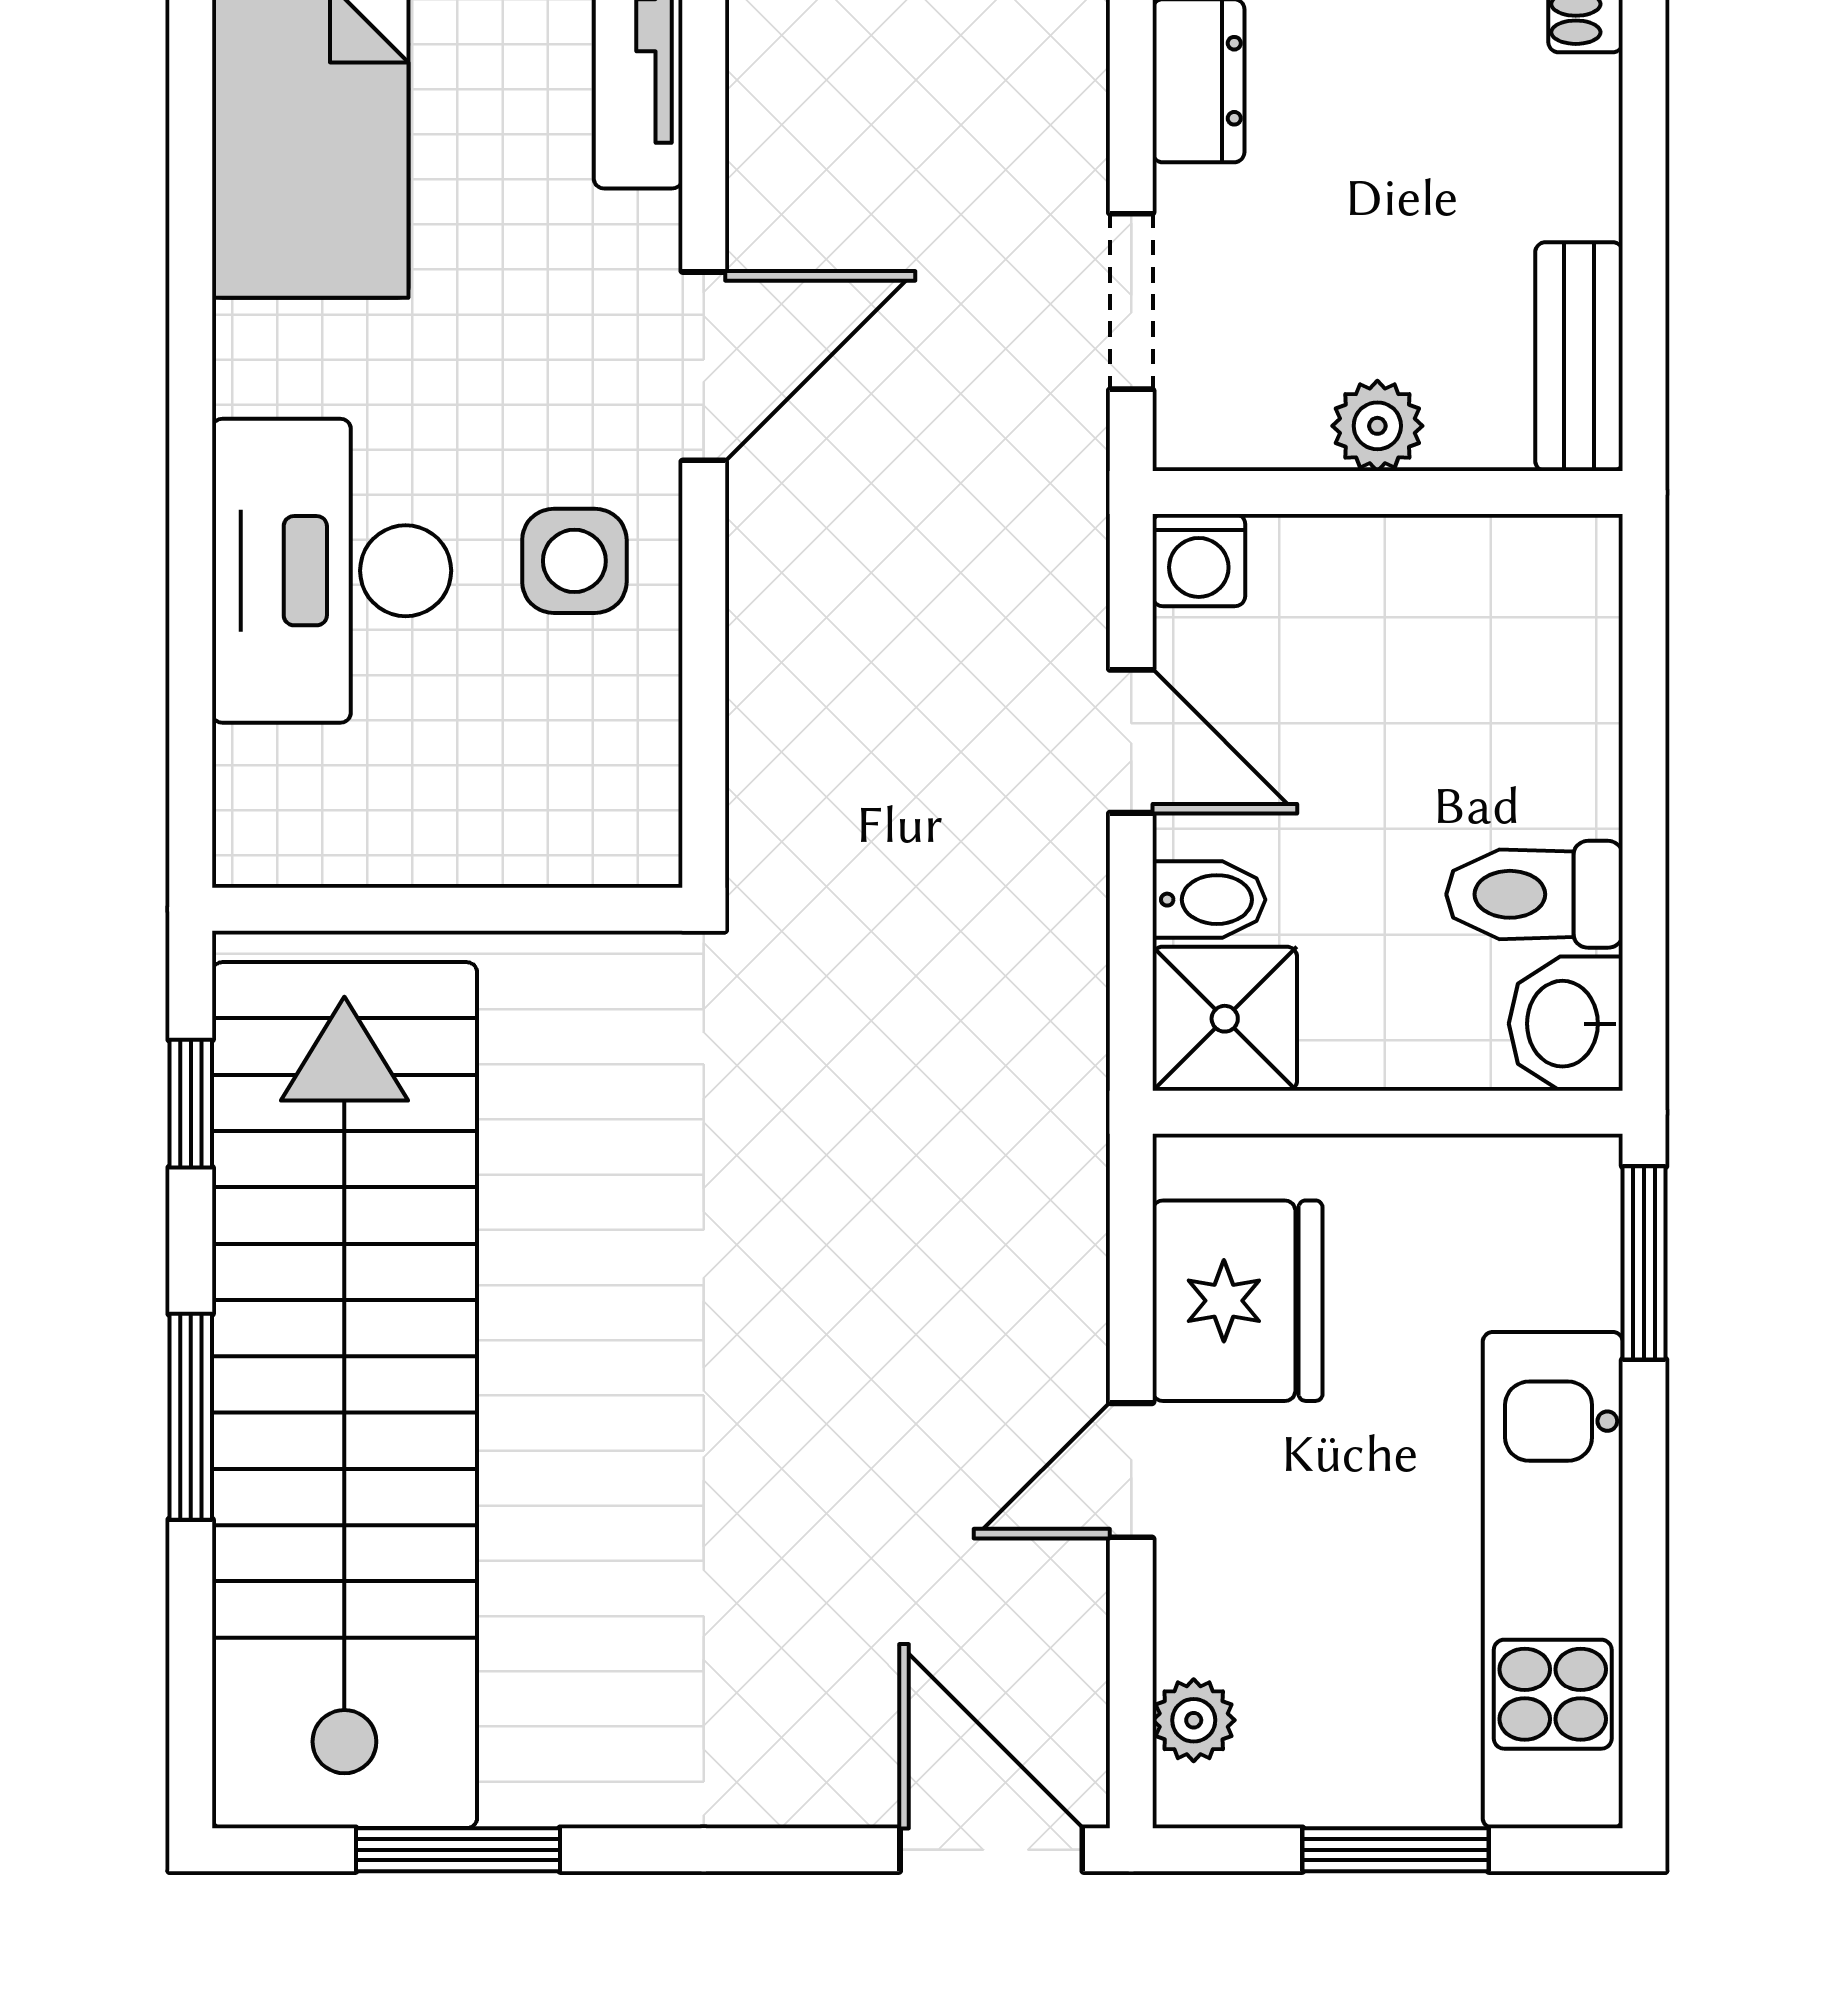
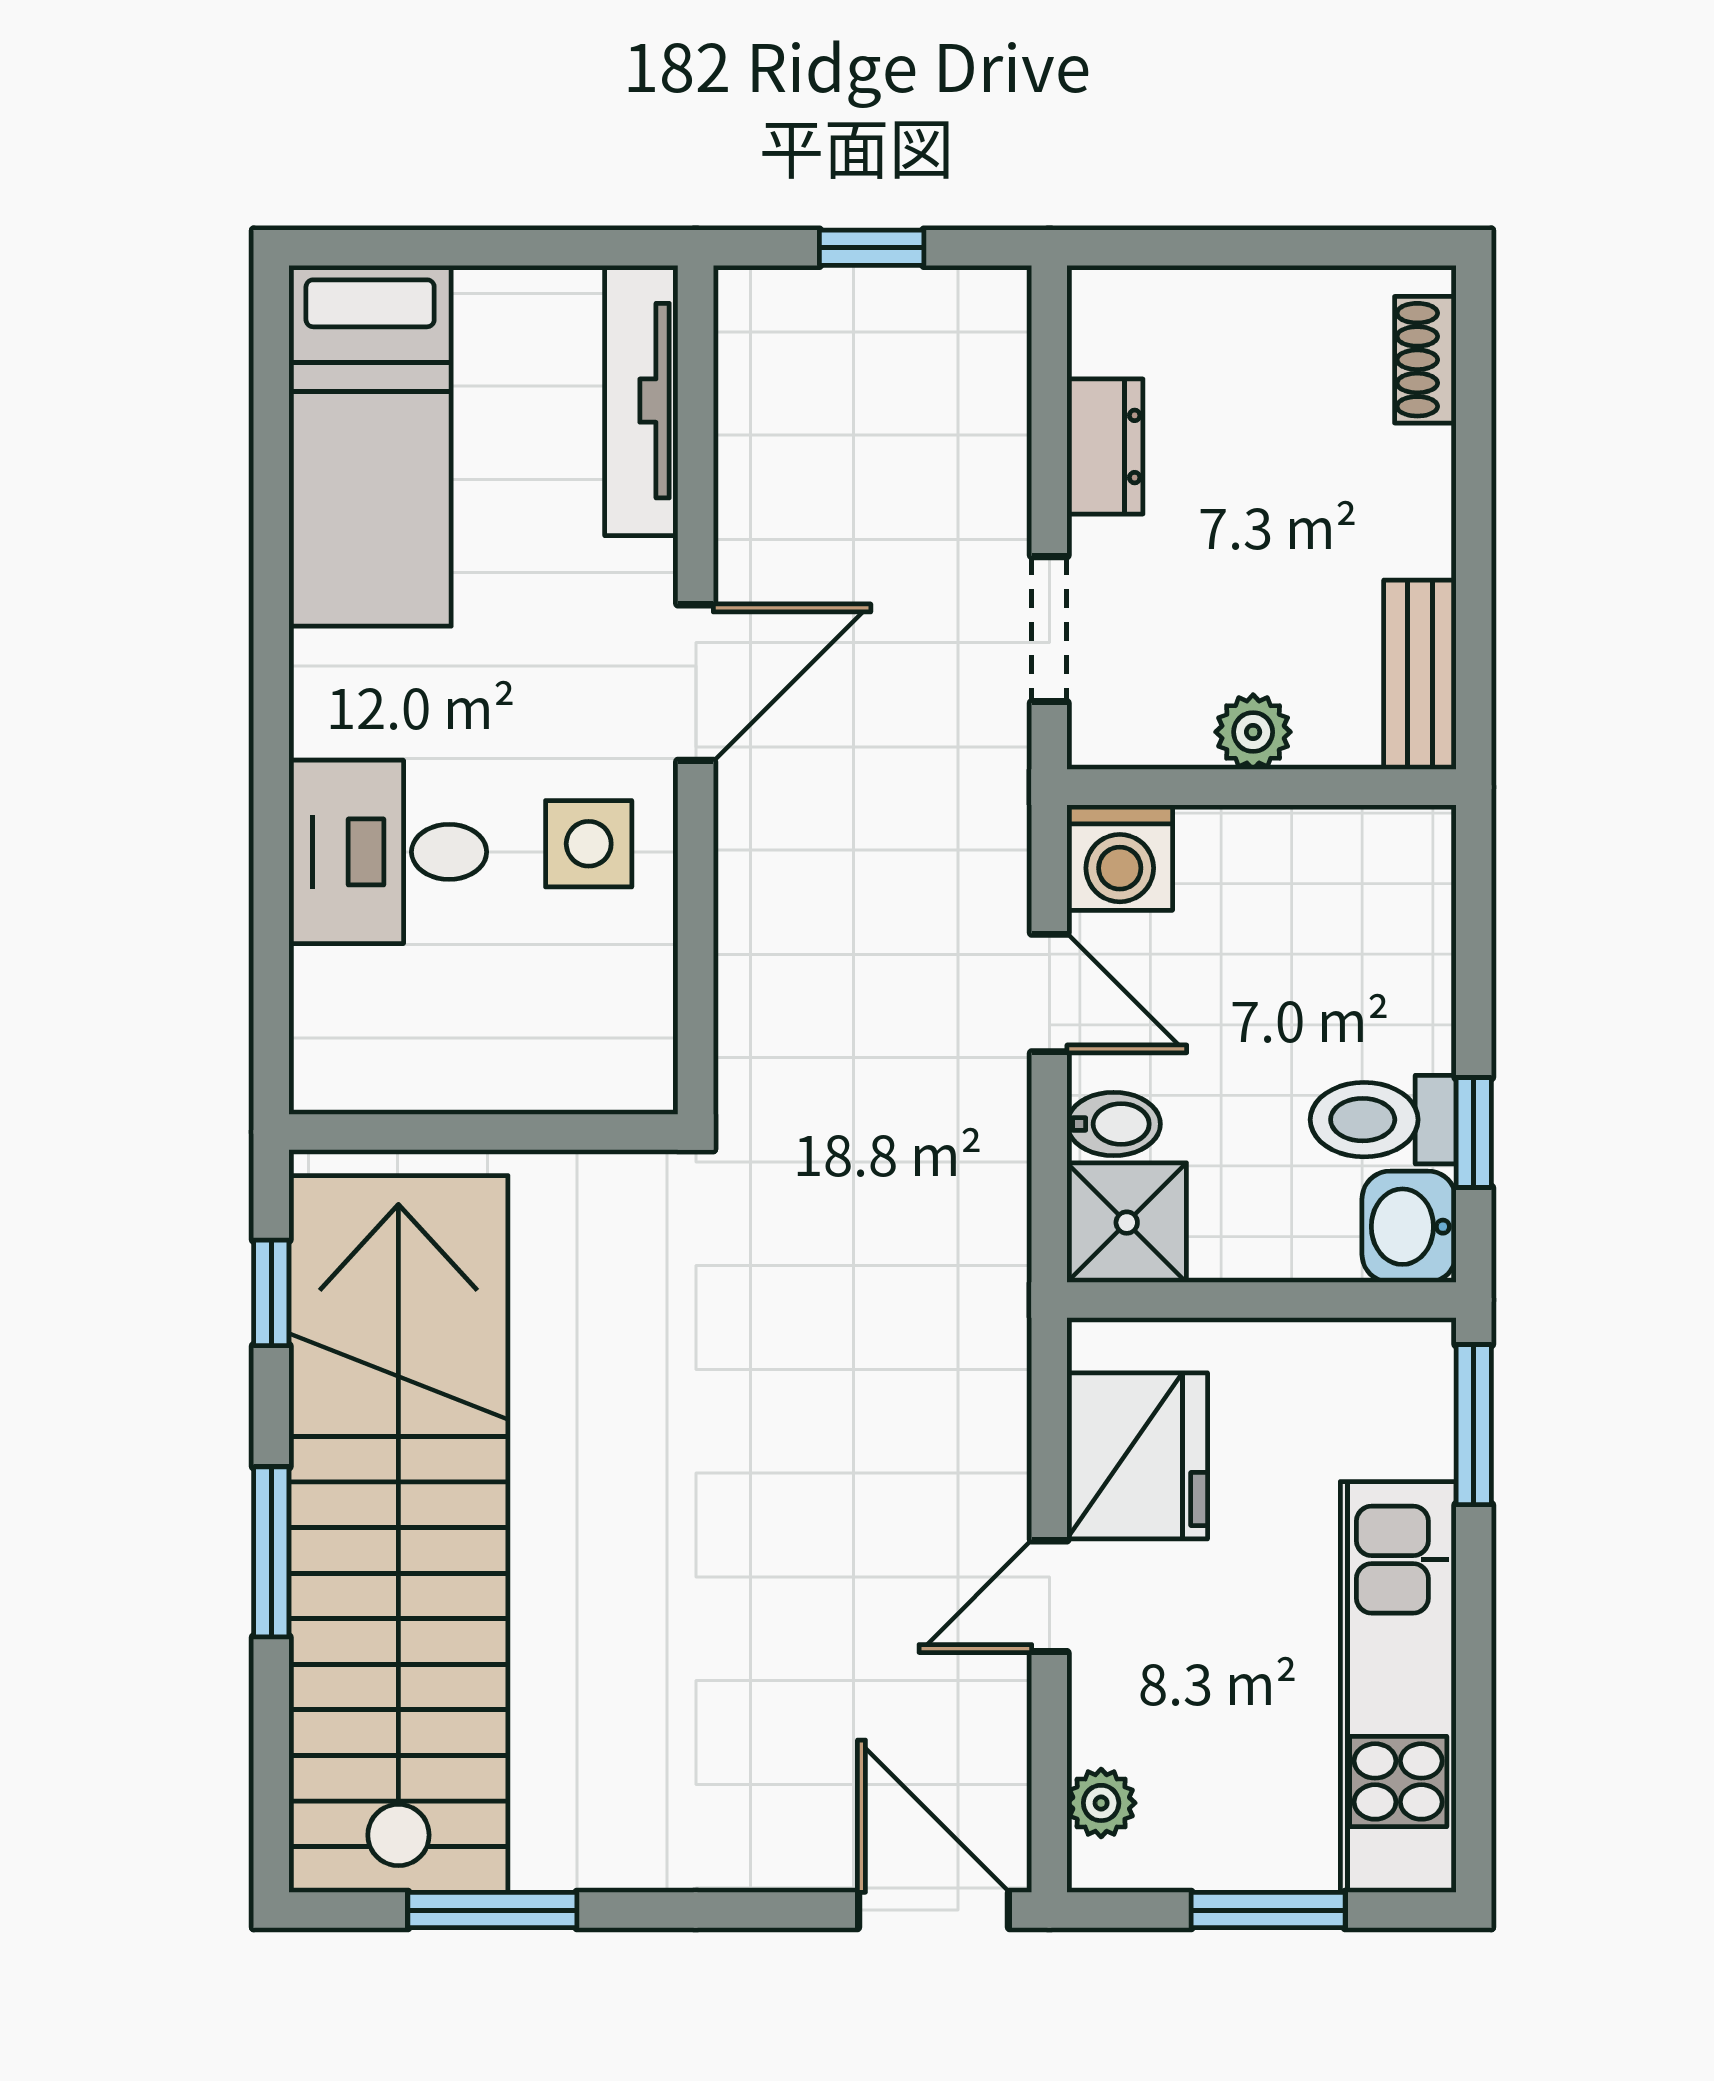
washing machine: (1199, 560) -> (1120, 858), width x1.38, depth x1.38
desk: (332, 571) -> (388, 852), width x0.73
window: (1644, 910) -> (1474, 1133), added

